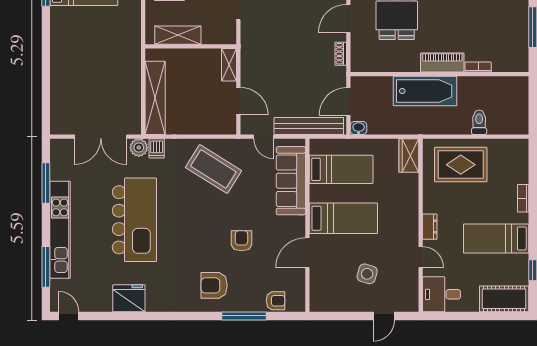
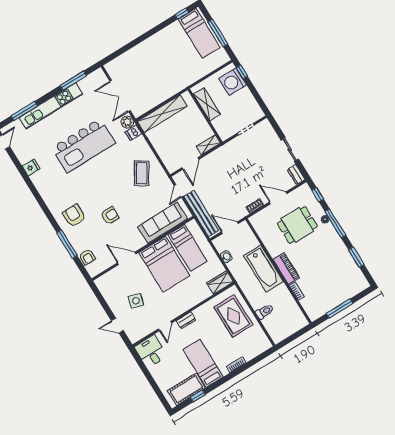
washbasin: (359, 128) -> (226, 257), moved
coffee table: (213, 169) -> (142, 173), width x0.73, depth x0.76
bed: (343, 218) -> (164, 264), width x1.50
fridge: (129, 298) -> (31, 167), width x0.53, depth x0.75
cot: (504, 299) -> (186, 389), moved, turned 90

